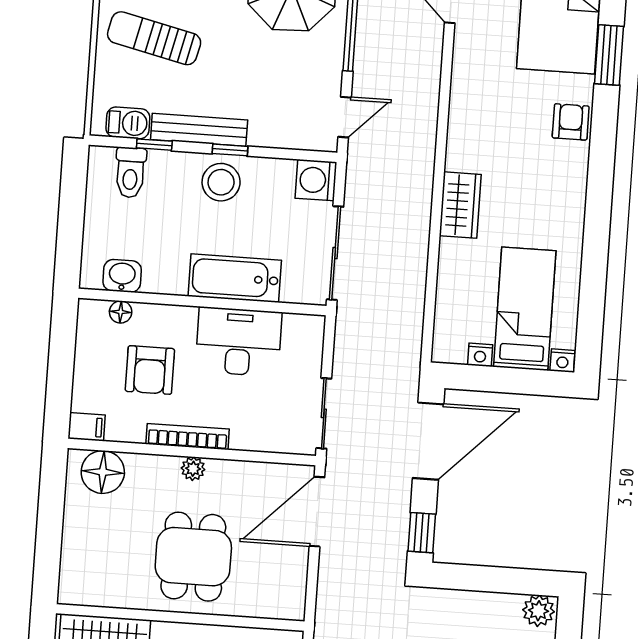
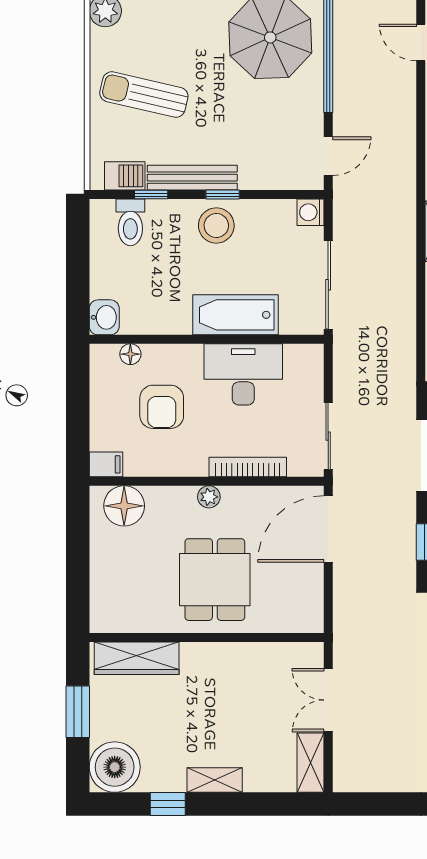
washing machine: (316, 180) -> (310, 212), width x0.73, depth x0.73
washbasin: (122, 276) -> (104, 317), moved, turned 90
bookcase: (188, 437) -> (248, 467), moved

